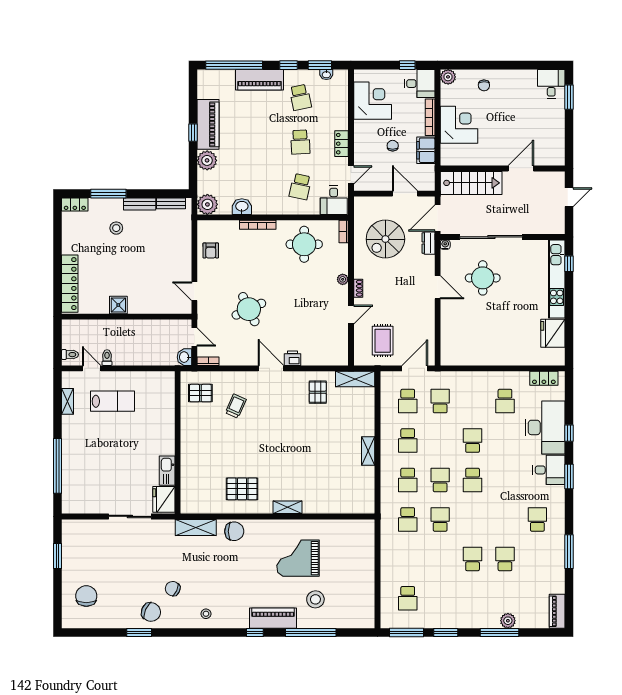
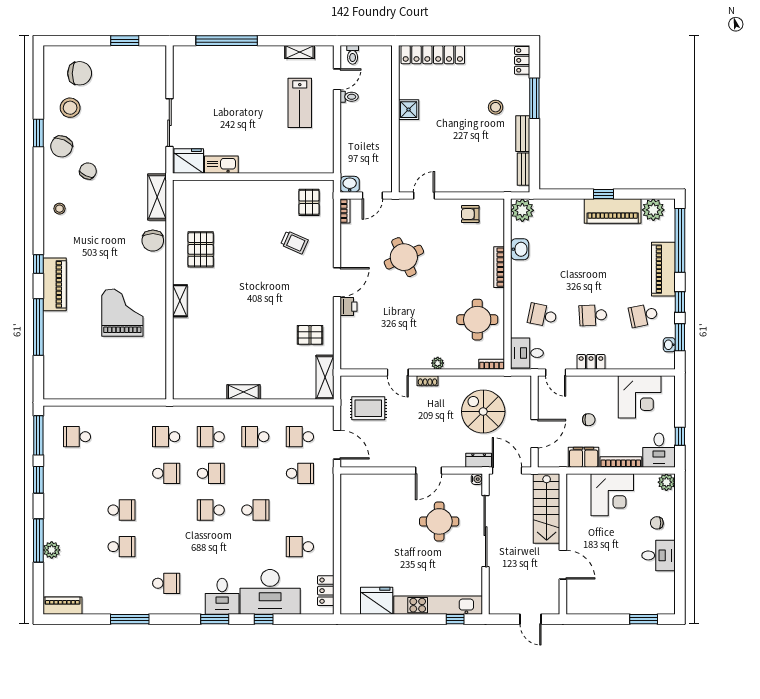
desk: (551, 84) -> (658, 555), moved
plant: (207, 160) -> (653, 210), moved
stool: (315, 599) -> (70, 108), moved

